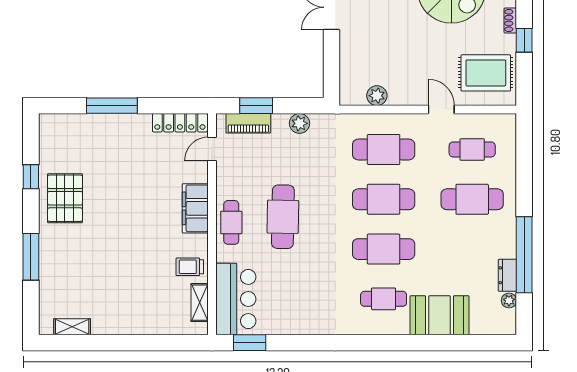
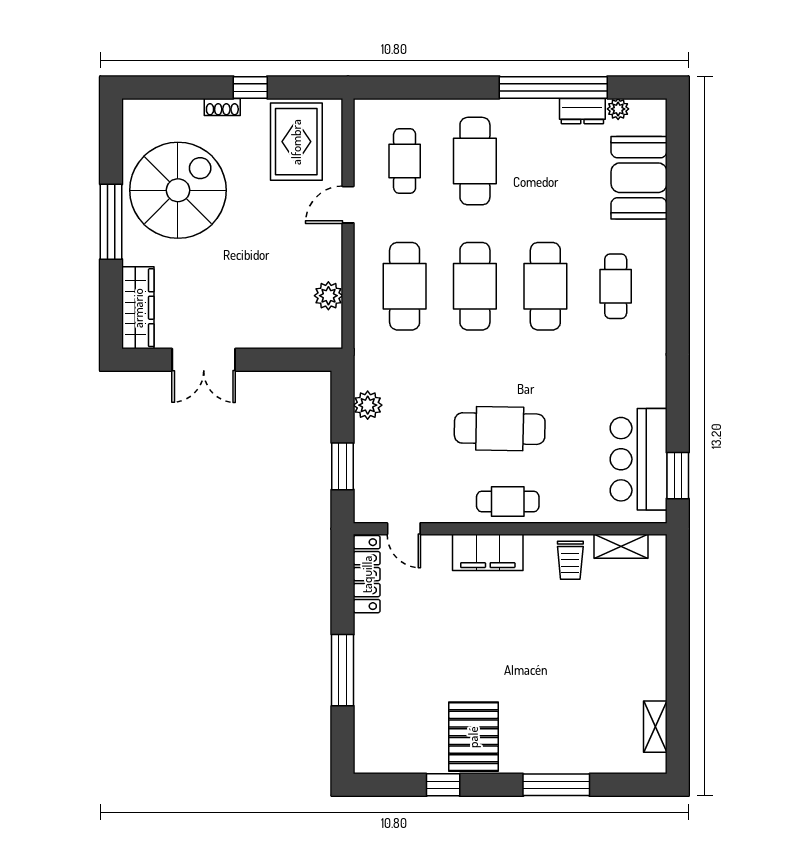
piano: (248, 123) -> (368, 477), removed
pallet: (65, 198) -> (473, 737), turned 90
bar counter: (236, 299) -> (639, 459), moved, turned -90
booth: (439, 315) -> (639, 178), moved

